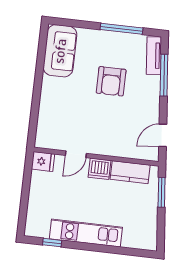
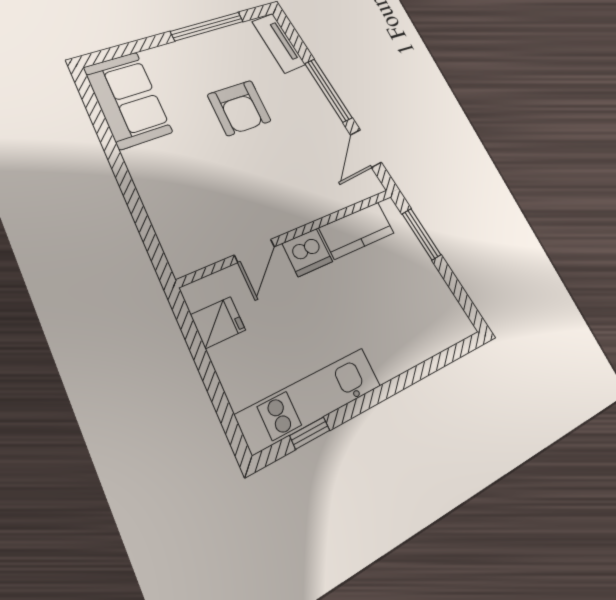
window: (164, 75) -> (328, 91), moved
fridge: (43, 162) -> (218, 322), moved
kitchen unit: (86, 233) -> (309, 400), moved

